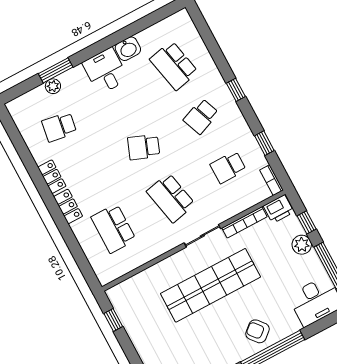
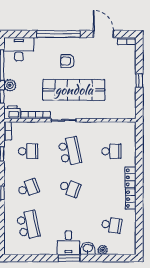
washbasin: (128, 49) -> (88, 248), moved
window: (56, 70) -> (69, 258), moved
school desk: (113, 228) -> (111, 151), width x0.54
window: (113, 320) -> (139, 81), moved
armchair: (258, 331) -> (68, 61), moved, turned 130

